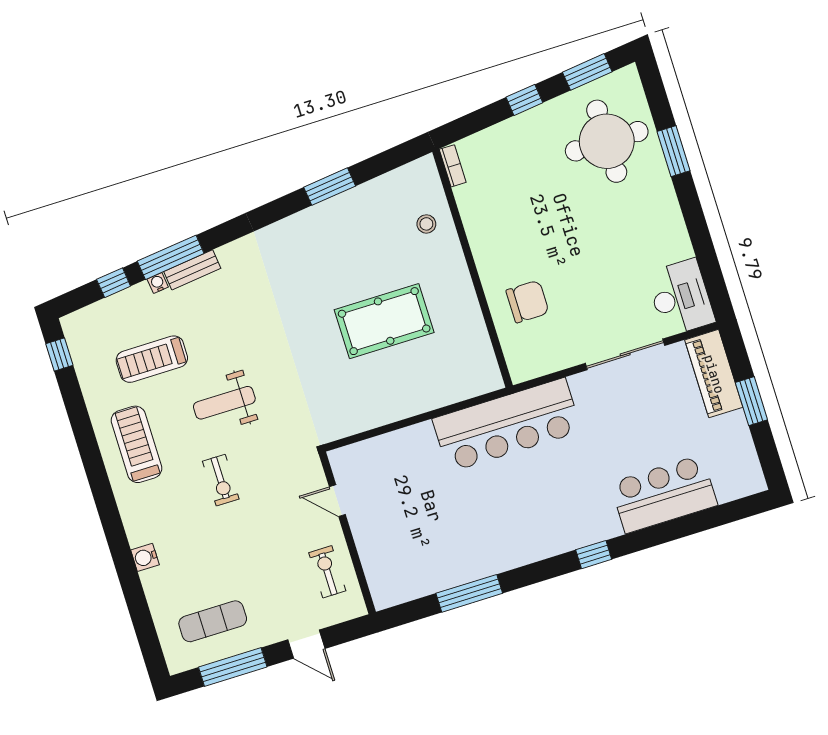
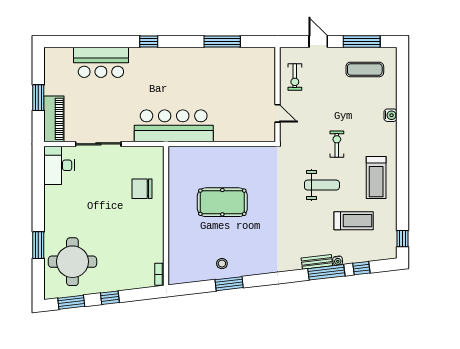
stool: (426, 224) -> (222, 264), moved

